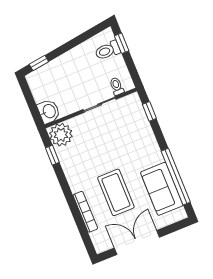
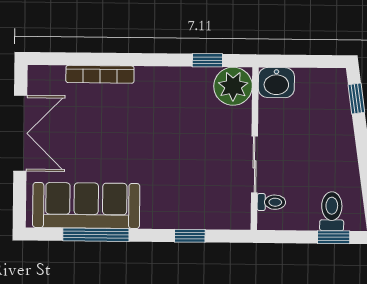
window: (149, 111) -> (190, 236), moved
window: (176, 177) -> (96, 235), width x0.68
sofa: (162, 189) -> (86, 205), width x1.36
coffee table: (116, 192) -> (110, 133), removed

